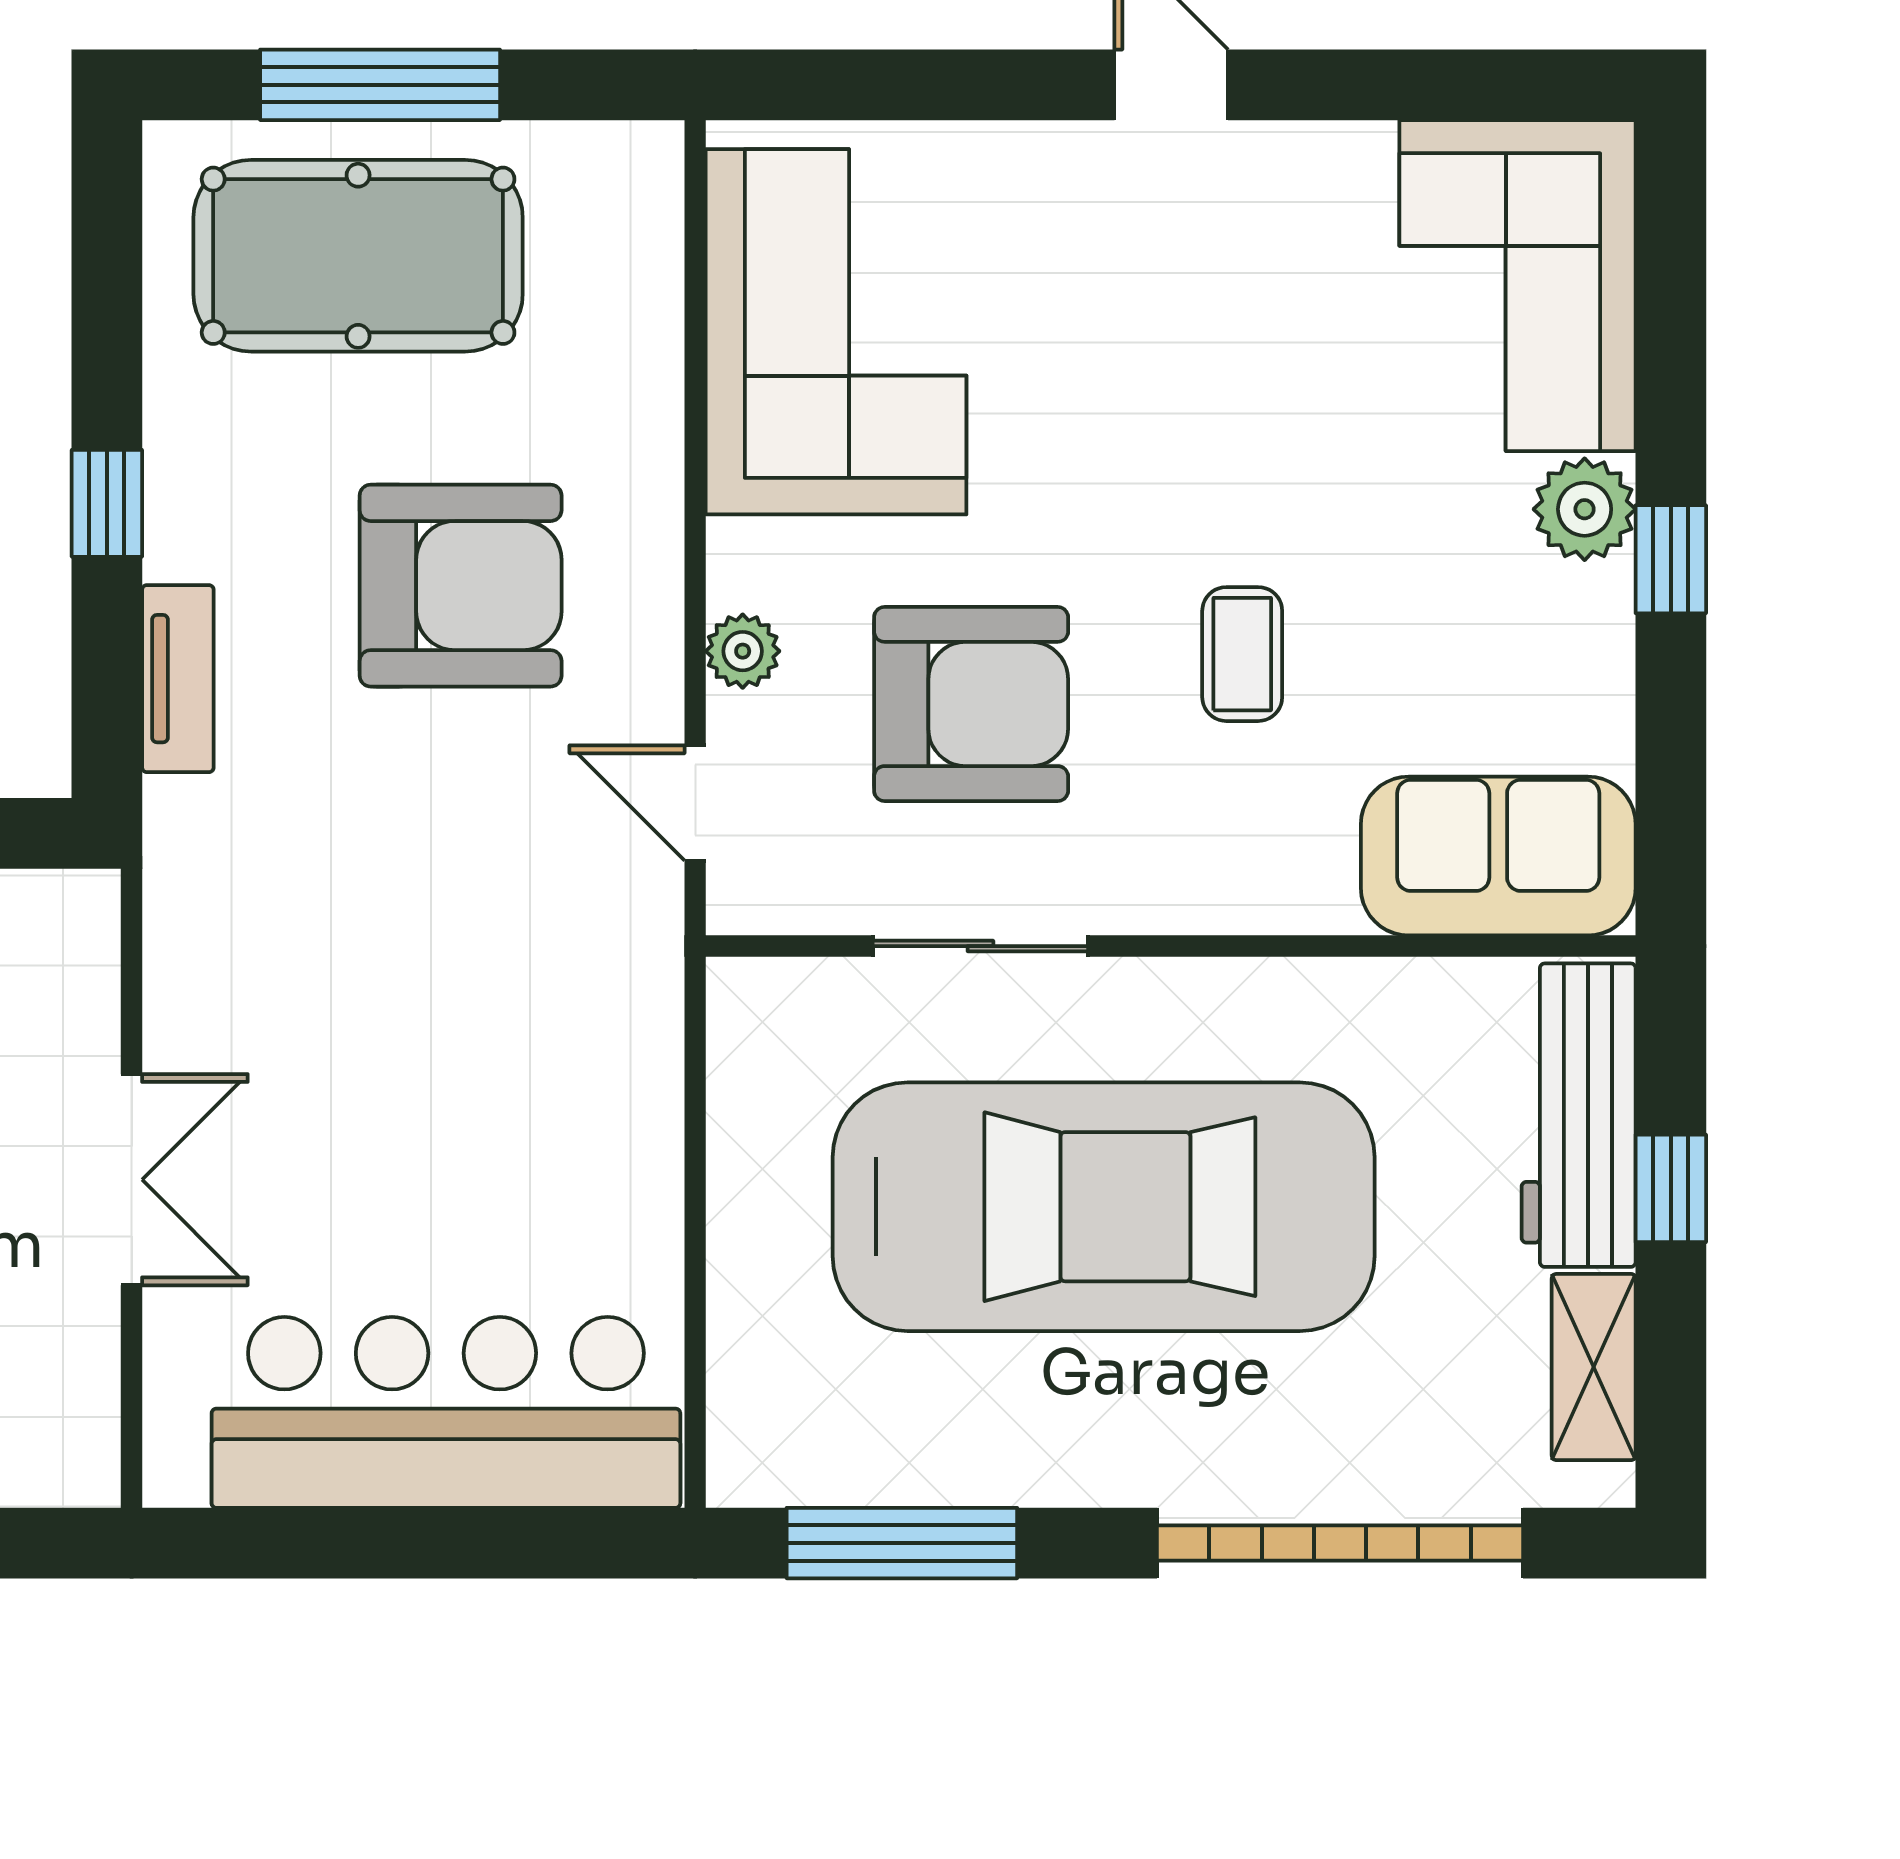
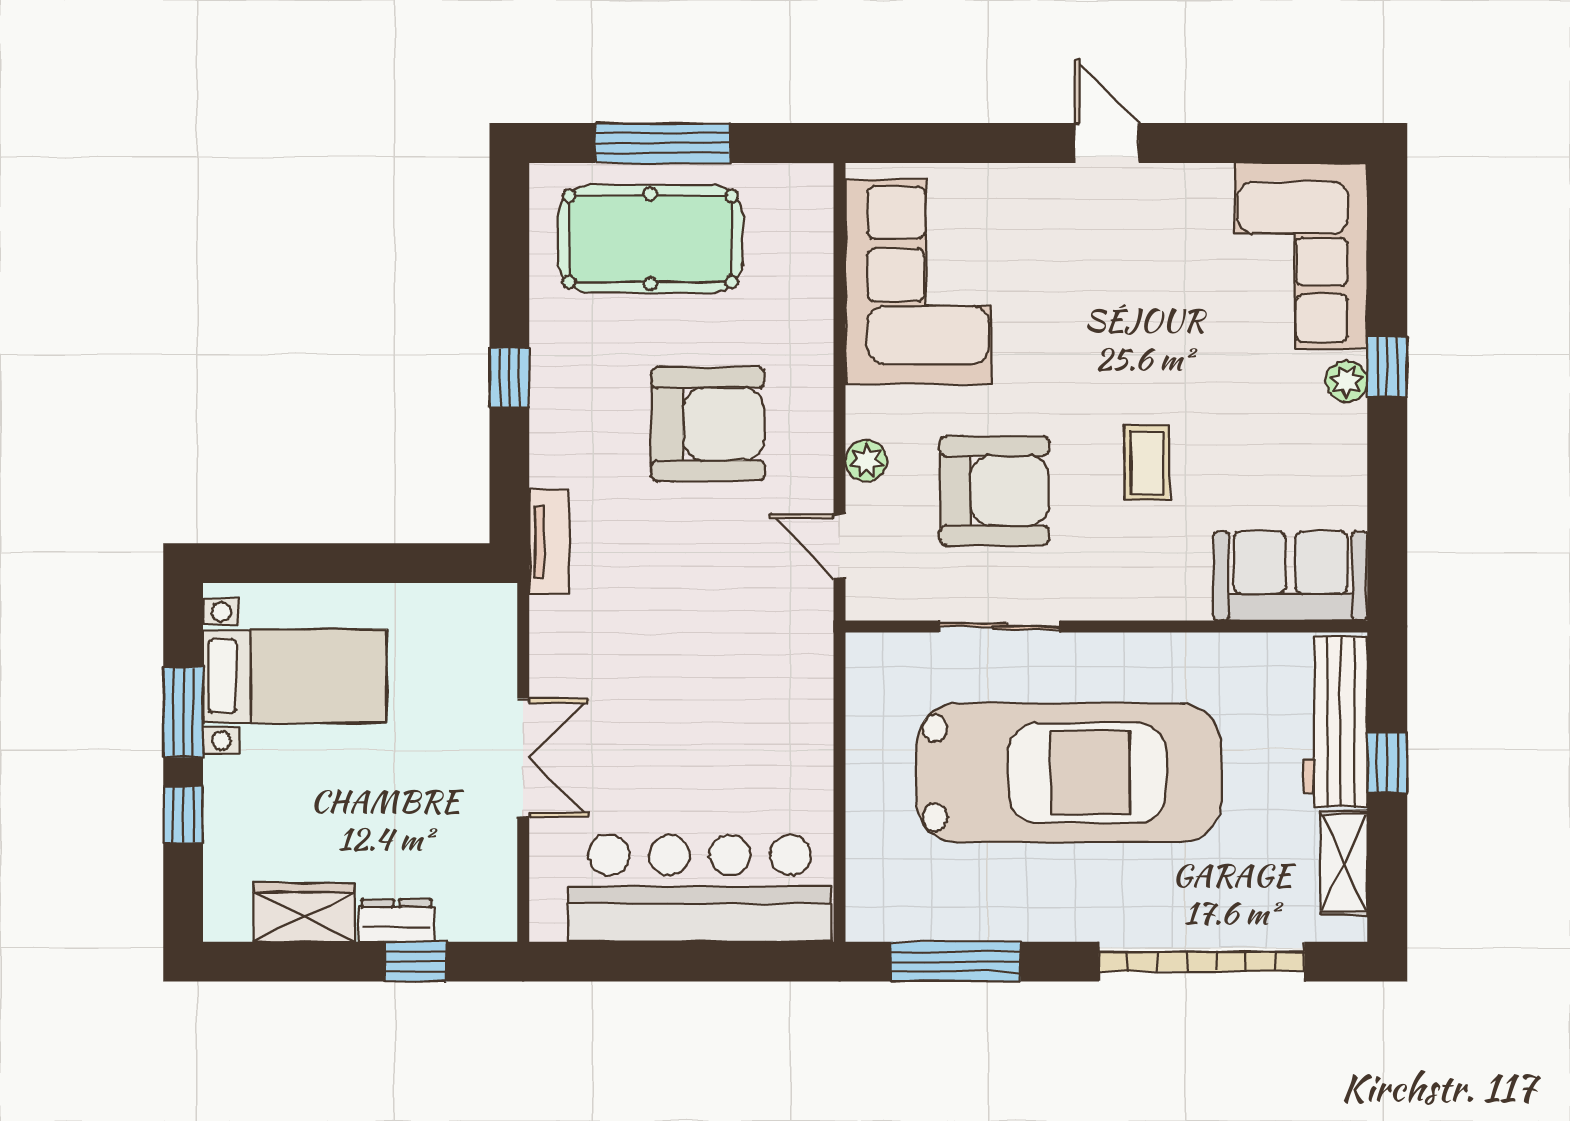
plant: (1585, 509) -> (1347, 381), width x0.73, depth x0.73
window: (1671, 559) -> (1387, 367), moved
tv unit: (178, 679) -> (549, 542), moved

